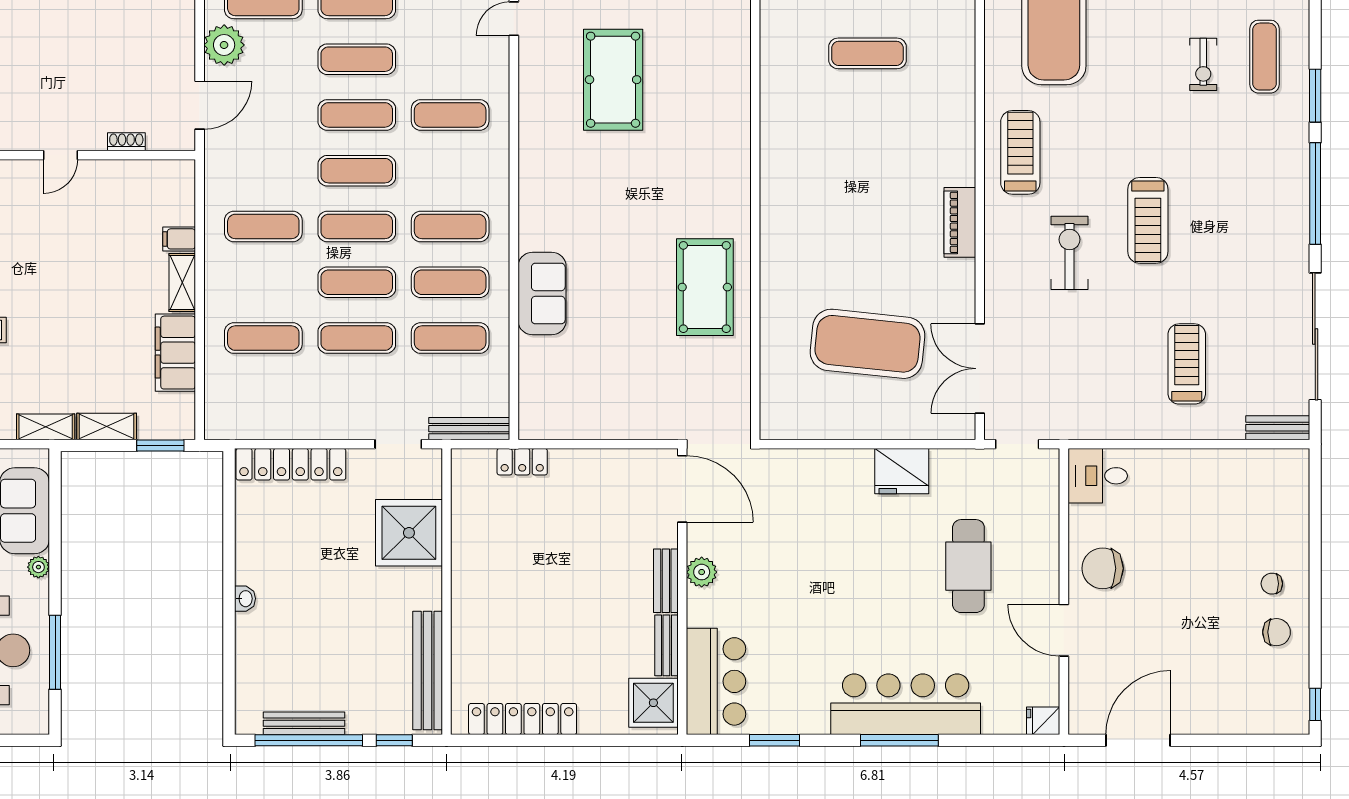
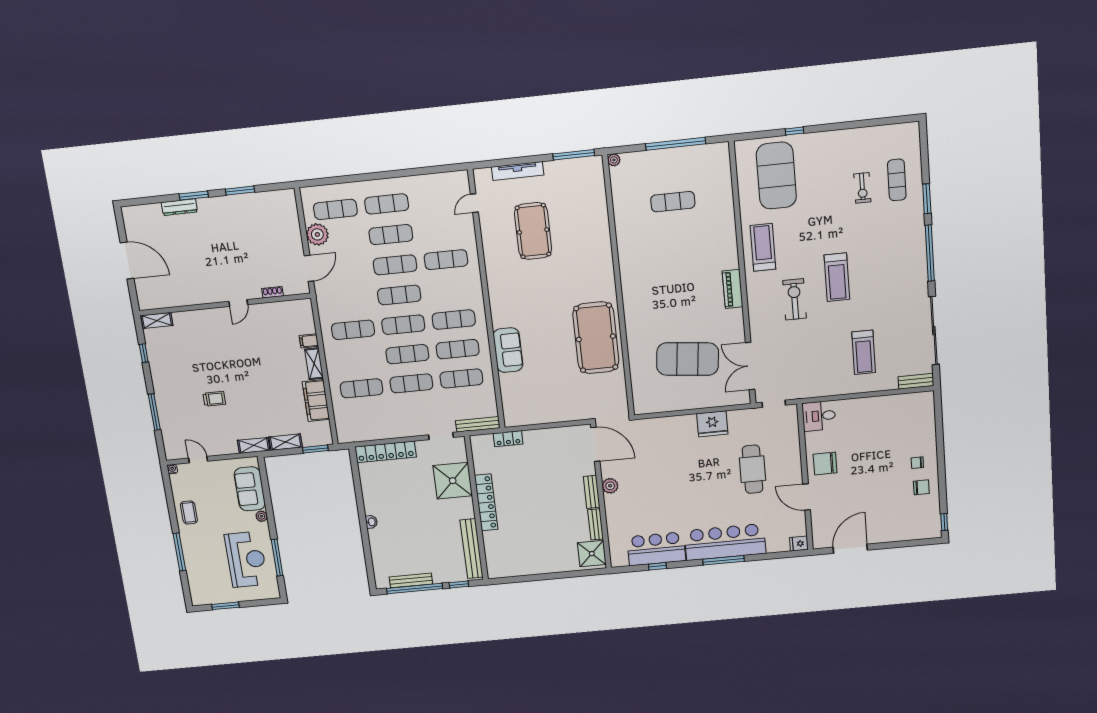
pool table: (705, 287) -> (596, 338), width x1.36, depth x1.32
treadmill: (1187, 364) -> (864, 352), turned 180
bar counter: (716, 681) -> (656, 549), moved, turned -90
locker: (523, 719) -> (486, 502), moved, turned 90
window: (774, 740) -> (657, 566), width x0.67

